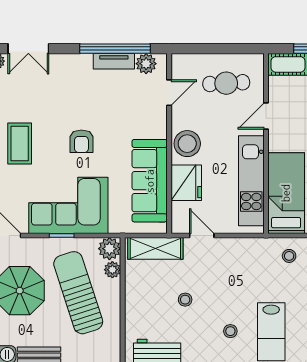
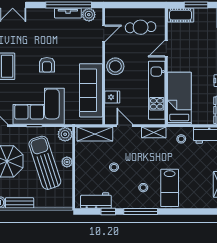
fridge: (186, 183) -> (112, 97), width x0.53, depth x0.75
shelving: (247, 246) -> (154, 132), added
plant: (112, 270) -> (67, 162), moved

